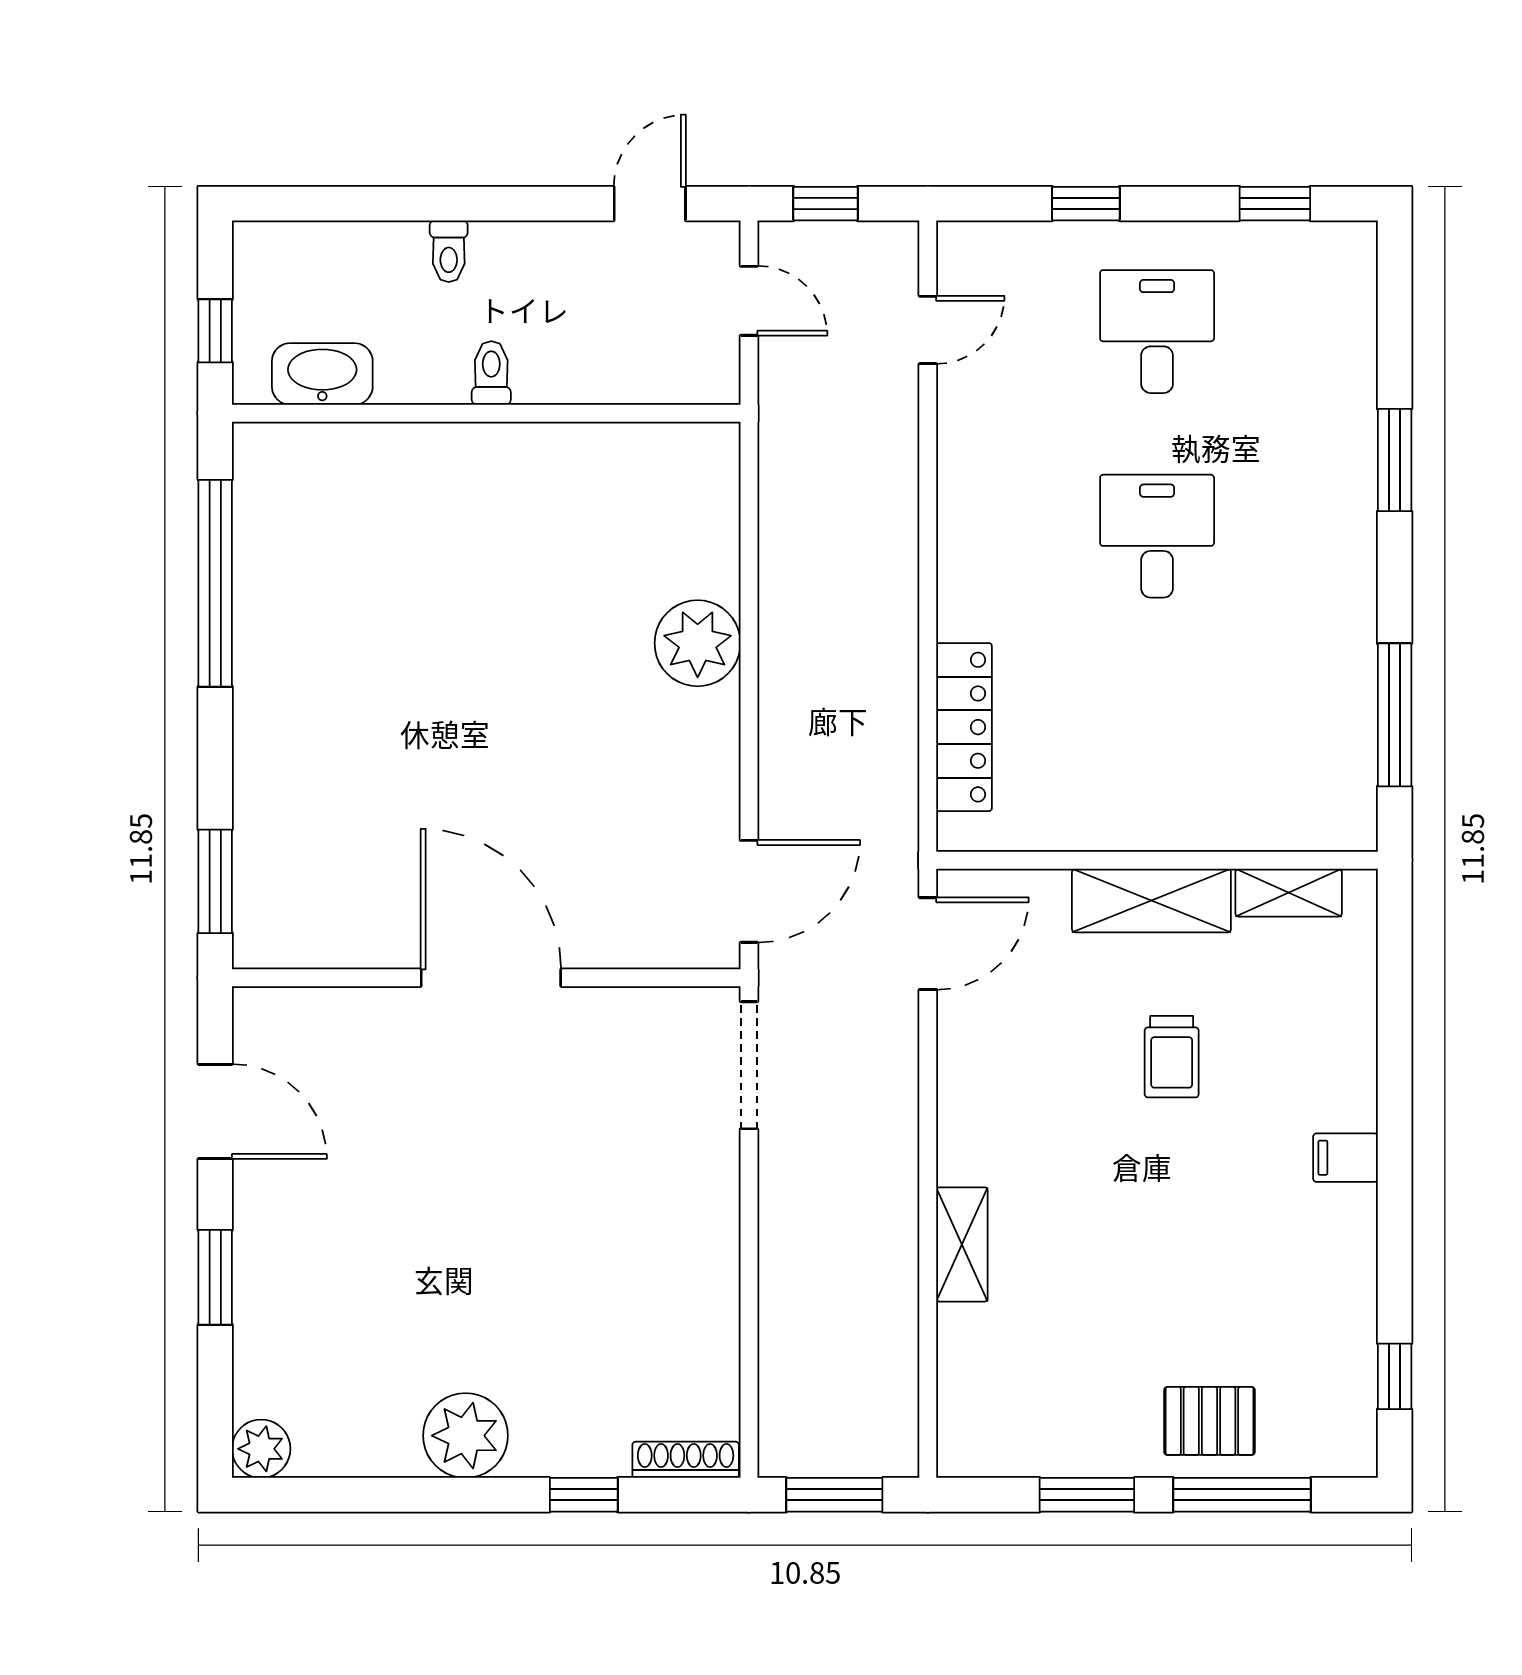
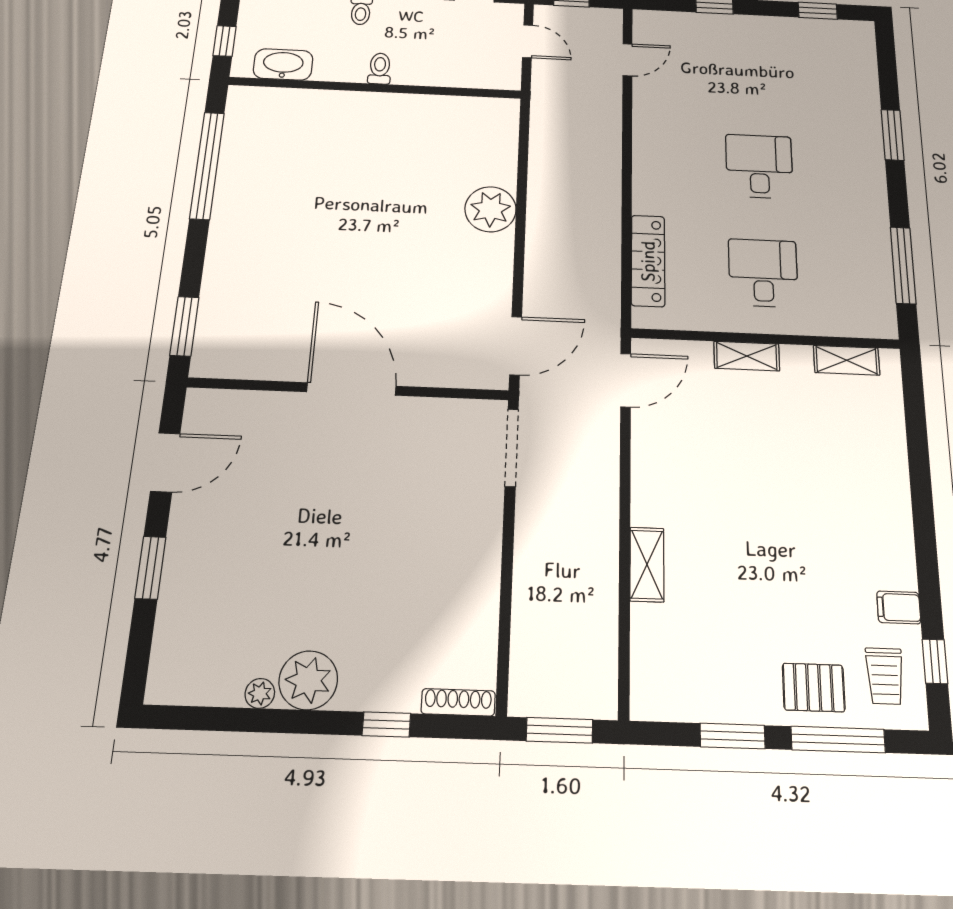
desk: (1157, 332) -> (763, 273), moved
shelving: (1151, 901) -> (747, 356), width x0.67, depth x0.75
trolley: (1172, 1057) -> (885, 676), moved
door: (215, 1111) -> (165, 462), hinge flipped
filing cabinet: (1346, 1158) -> (899, 607), moved
plant: (261, 1449) -> (260, 693), moved, width x0.73, depth x0.73

